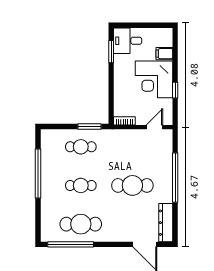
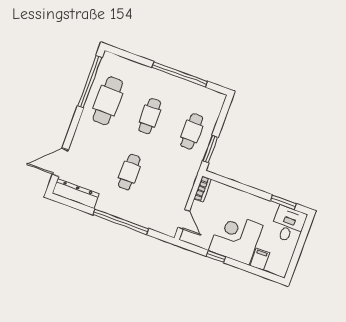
cafe table: (132, 185) -> (129, 172), width x0.73, depth x0.74

